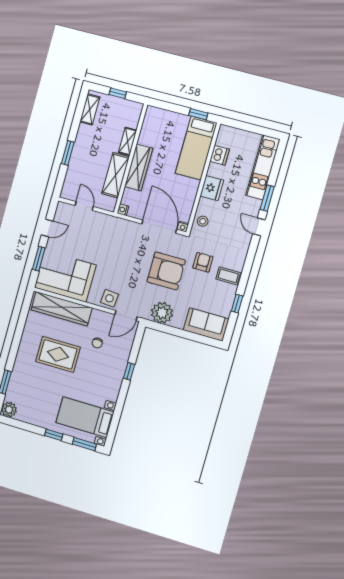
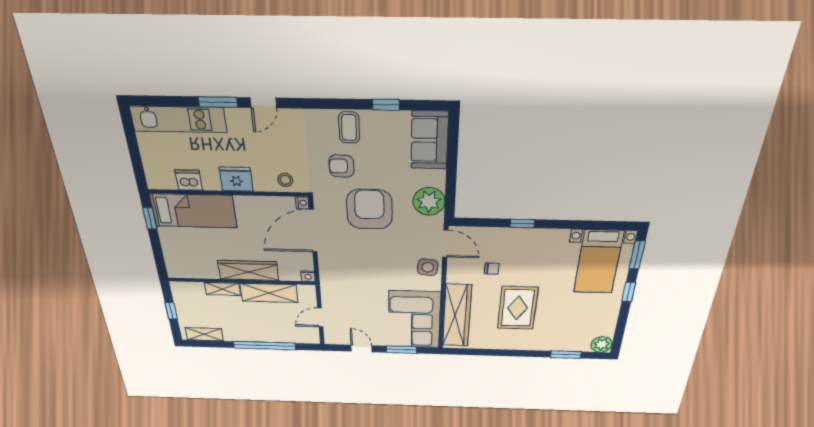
window: (68, 153) -> (265, 346), width x2.11

